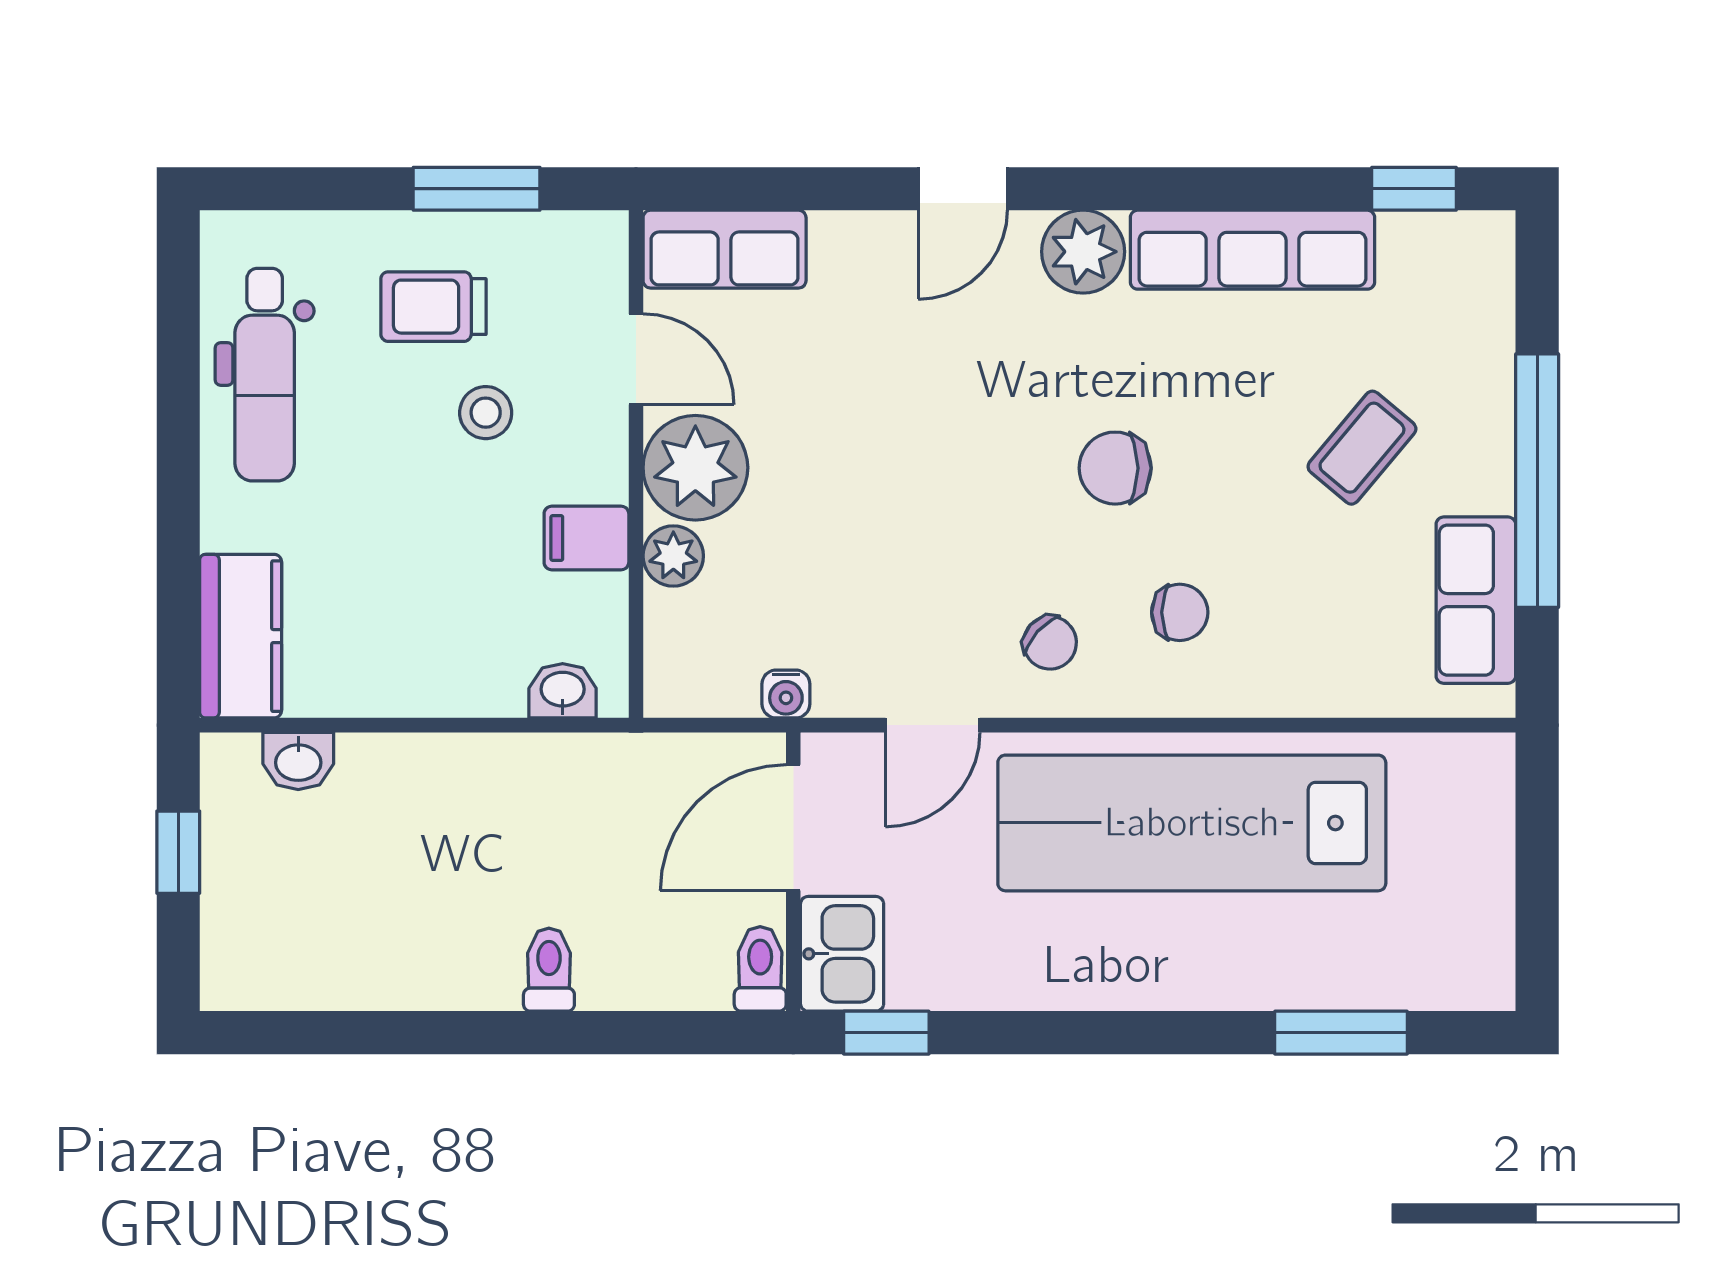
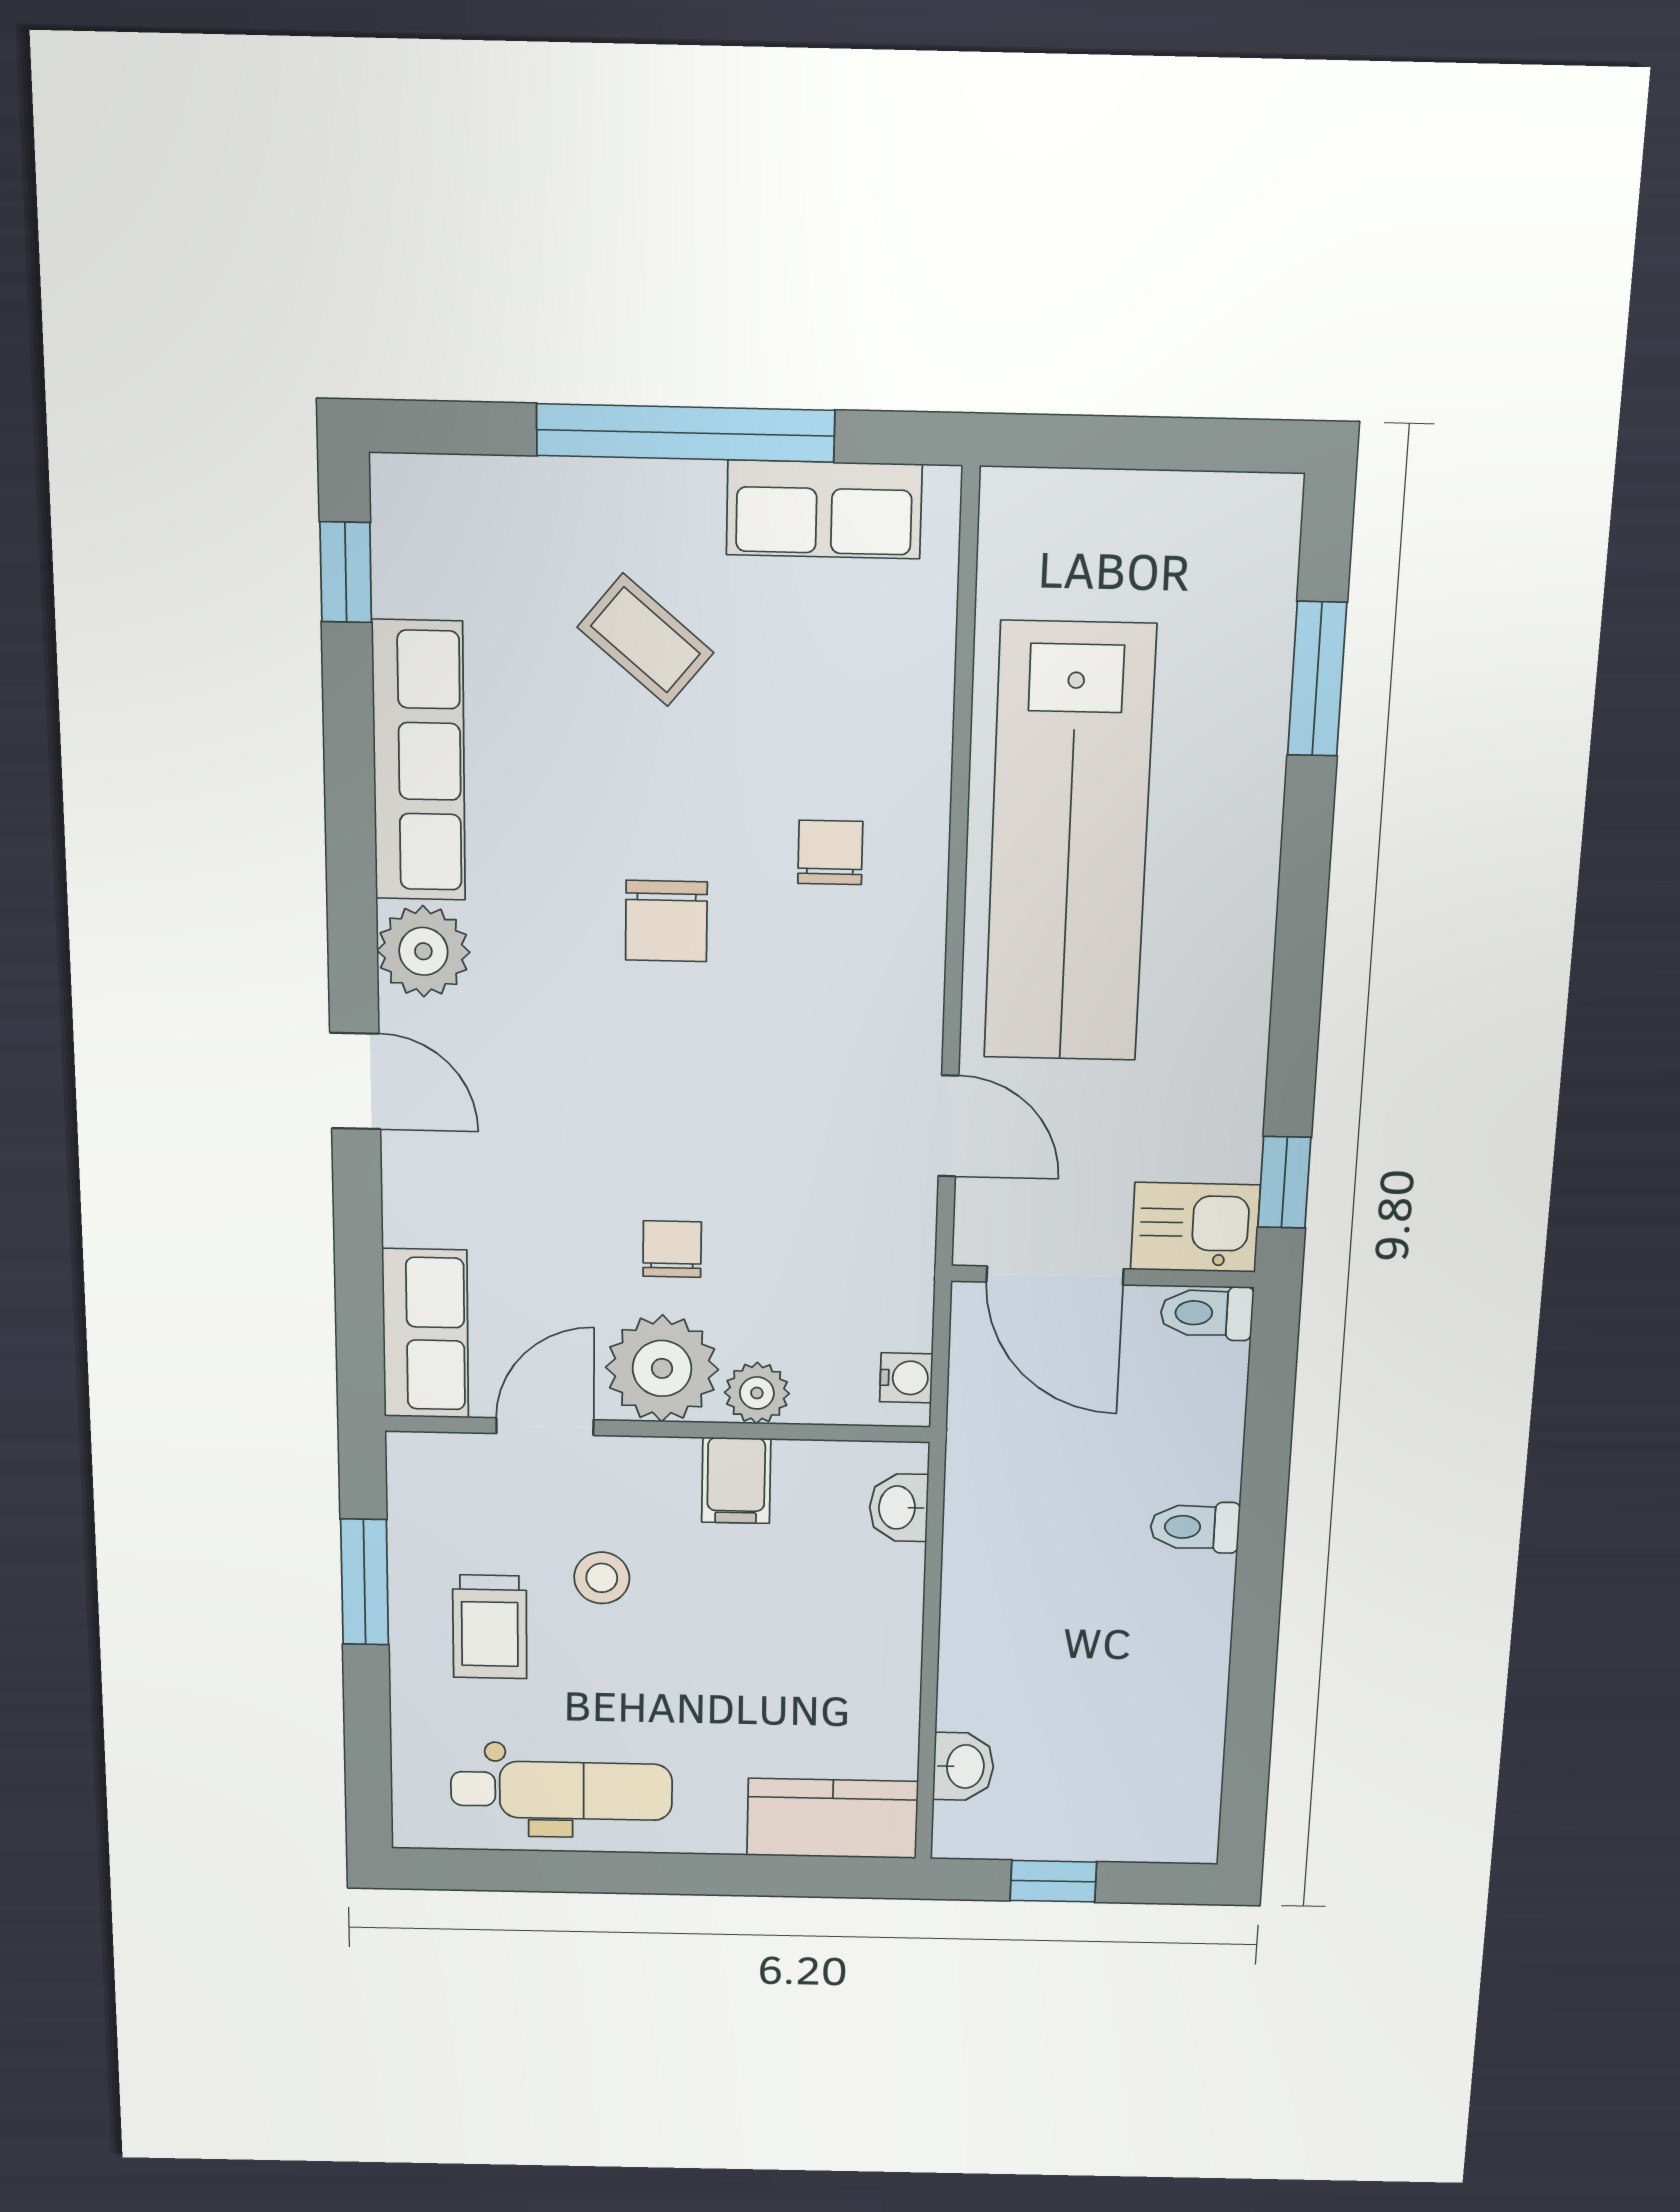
chair: (1050, 643) -> (672, 1249), moved, turned -42
water cooler: (786, 694) -> (906, 1378), moved

